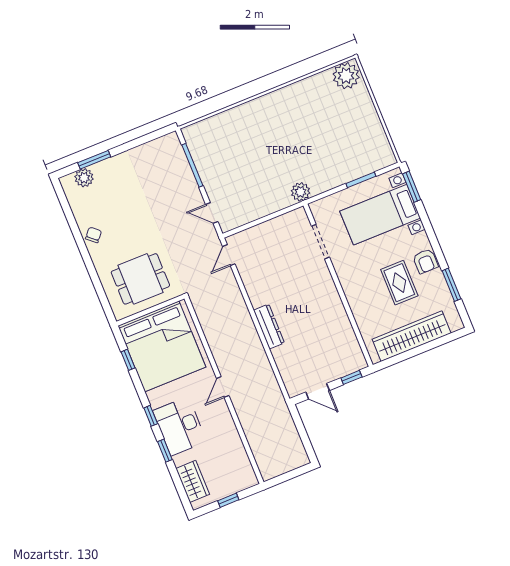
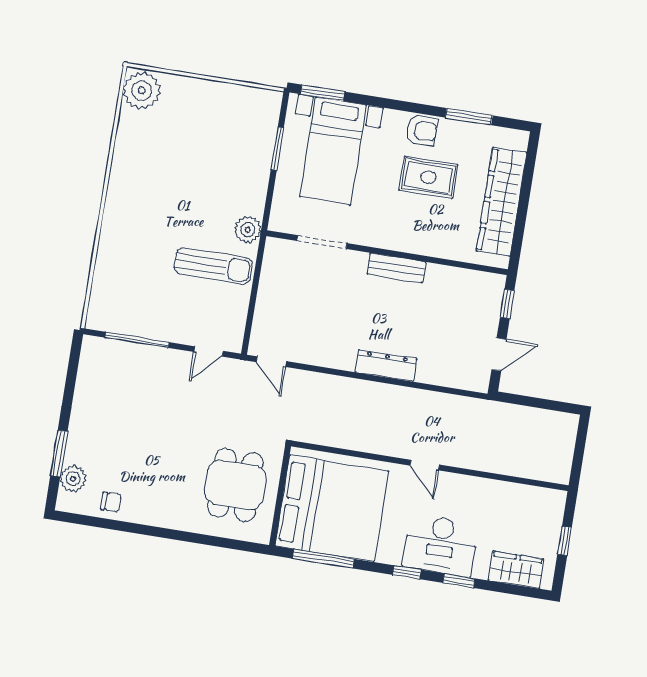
sun lounger: (266, 184) -> (213, 266), added
chair: (94, 235) -> (111, 502), moved, turned 139
bench: (332, 297) -> (396, 268), added
window: (128, 360) -> (323, 559), width x2.17

